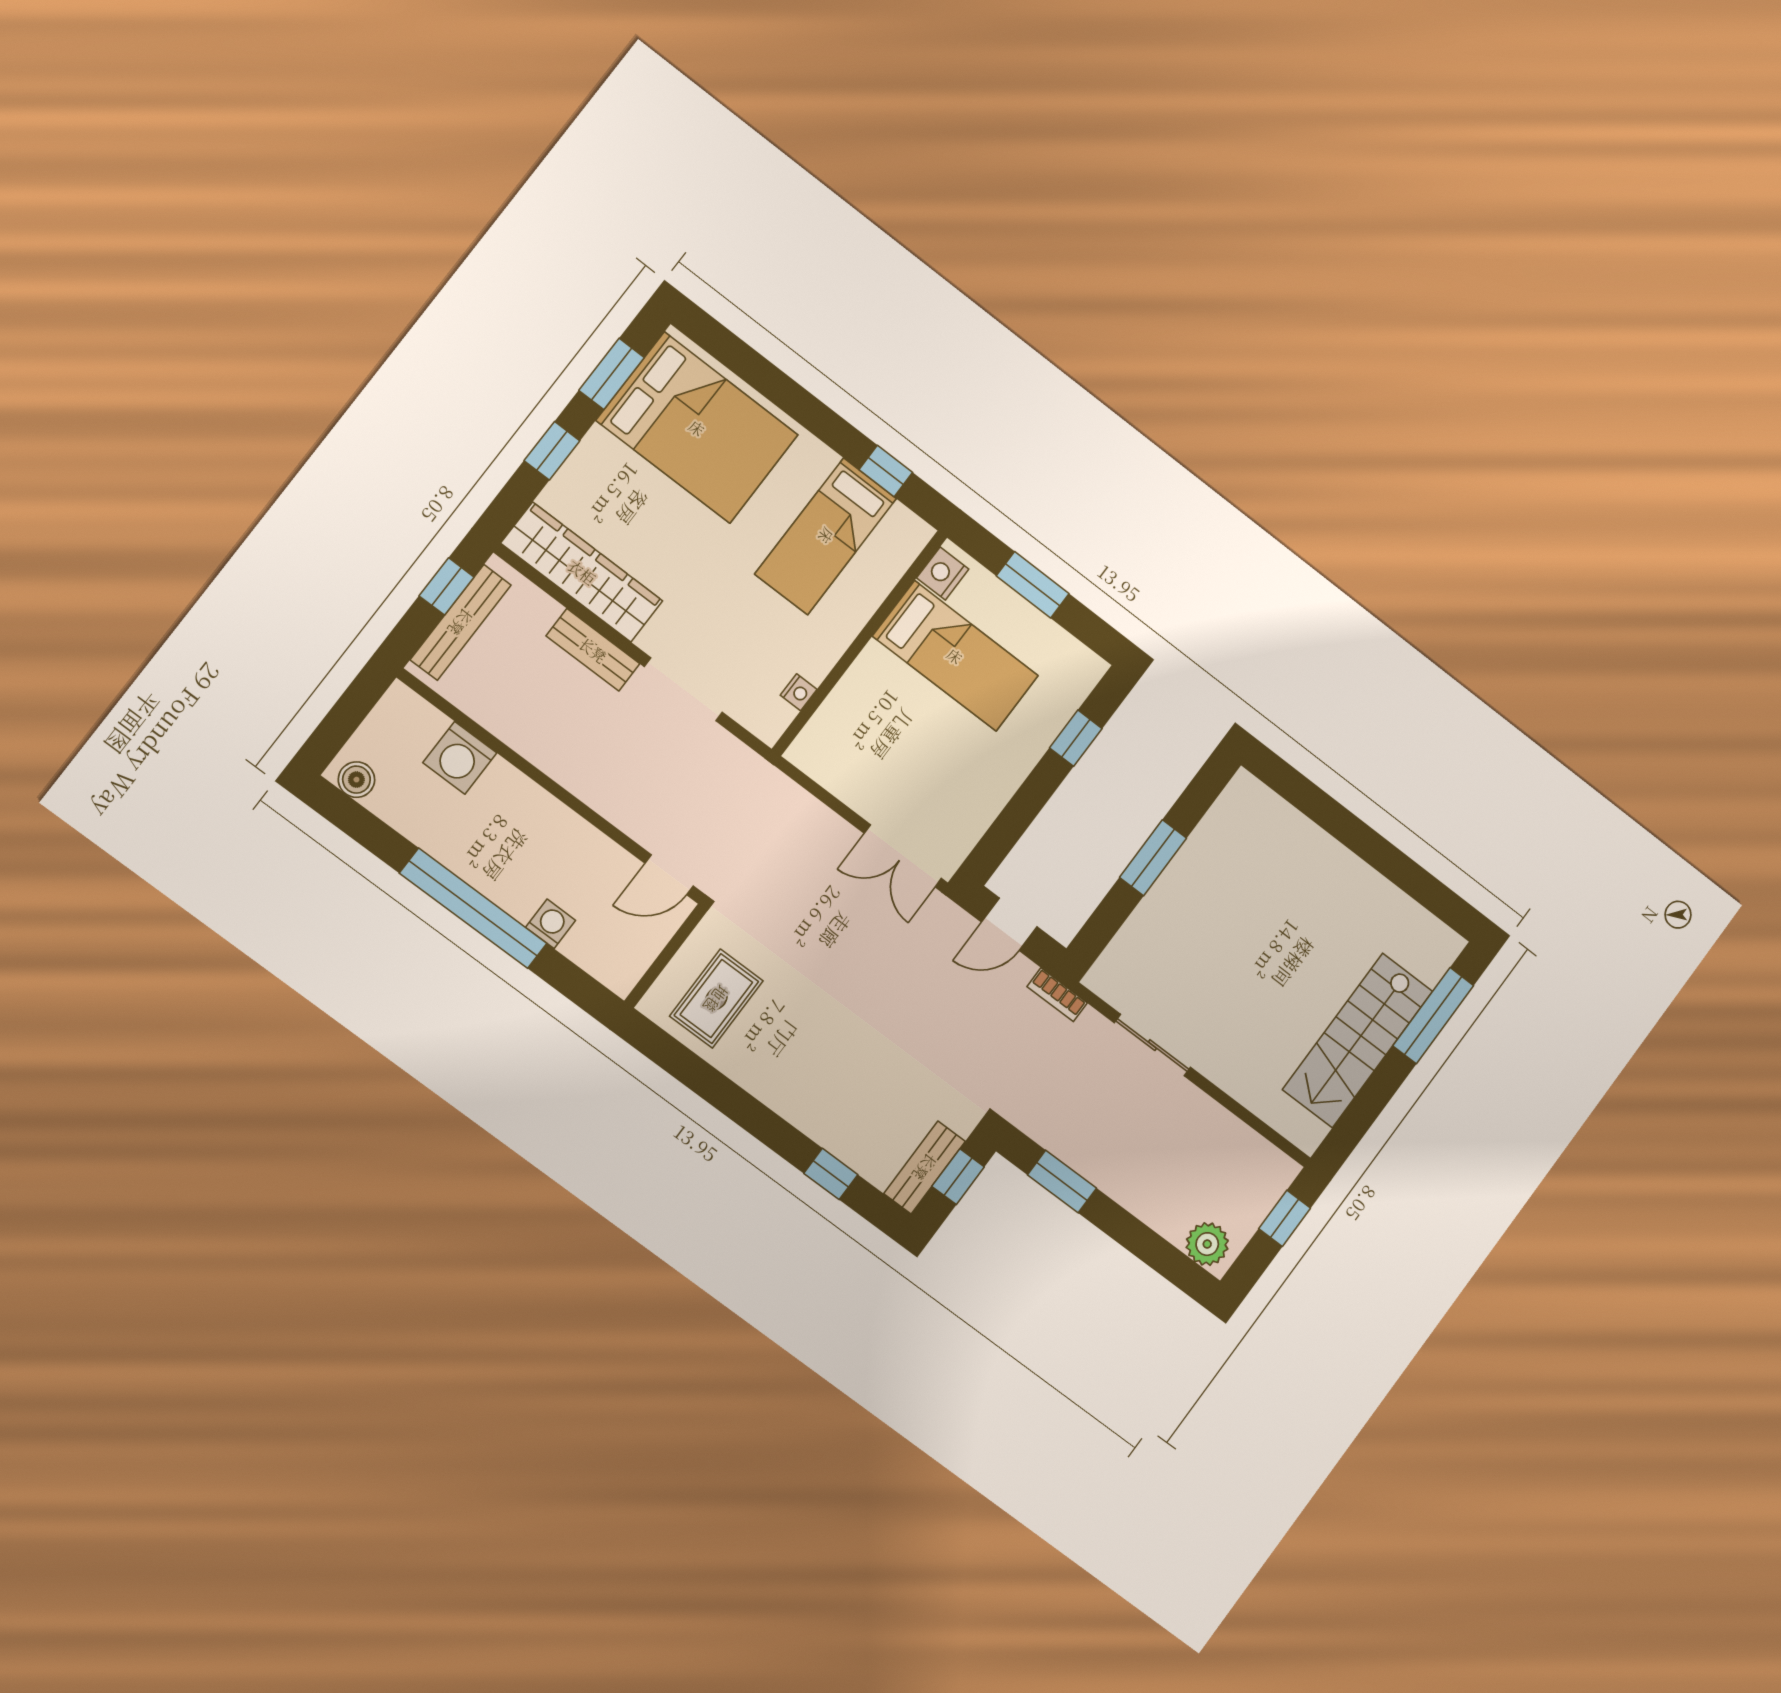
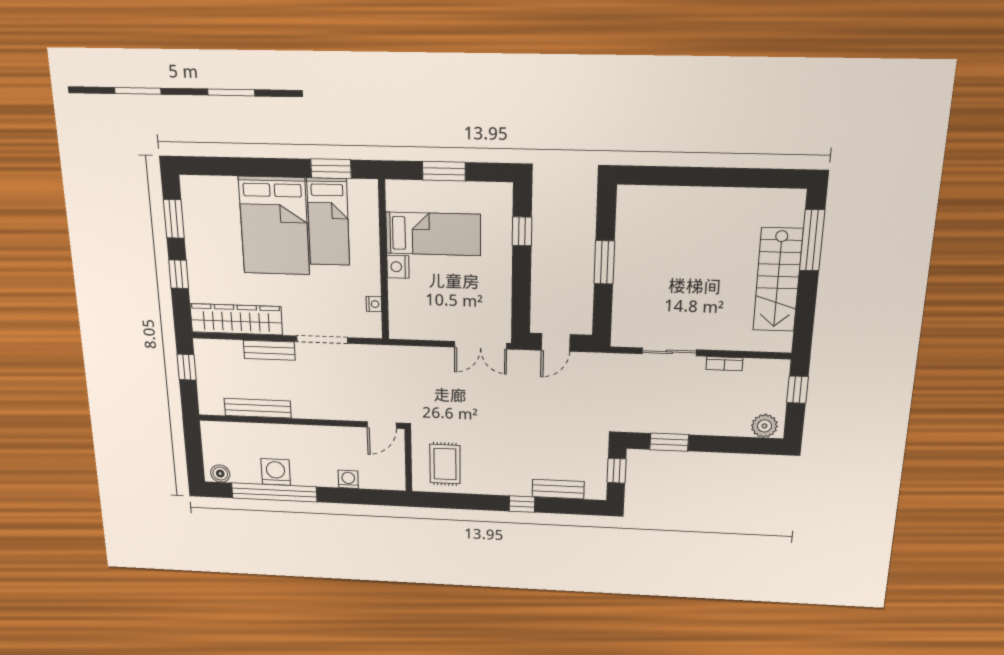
bed: (697, 428) -> (274, 226), moved, turned 90
window: (886, 471) -> (331, 169), width x1.50
nightstand: (943, 573) -> (398, 267), moved
bench: (461, 622) -> (258, 408), moved, turned 90
washing machine: (460, 758) -> (276, 472), moved, turned 180
window: (473, 908) -> (274, 492), moved
bookcase: (1057, 995) -> (724, 364), moved
bench: (925, 1167) -> (558, 489), moved, turned 90
window: (831, 1174) -> (522, 504), moved

